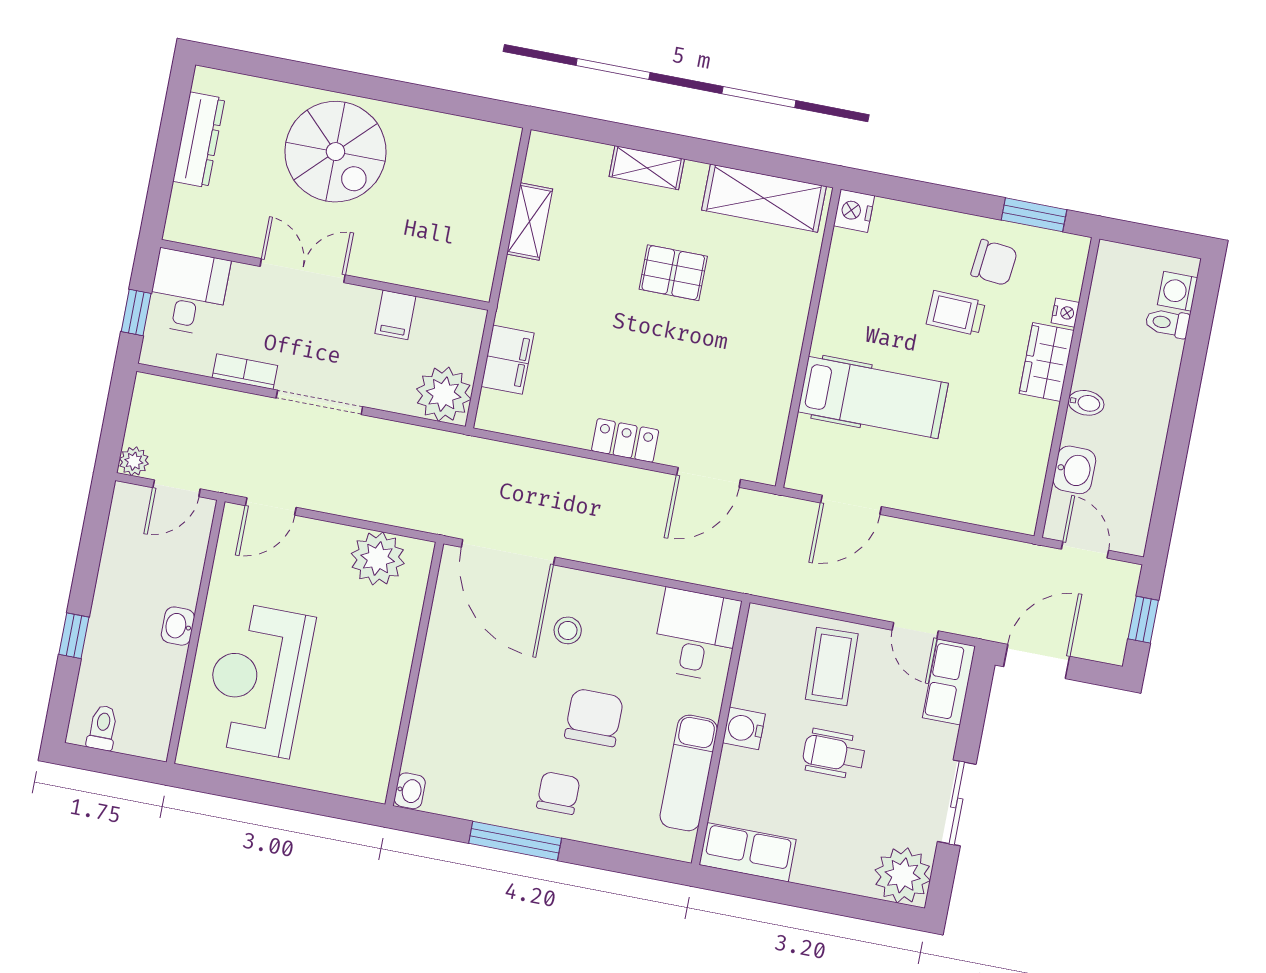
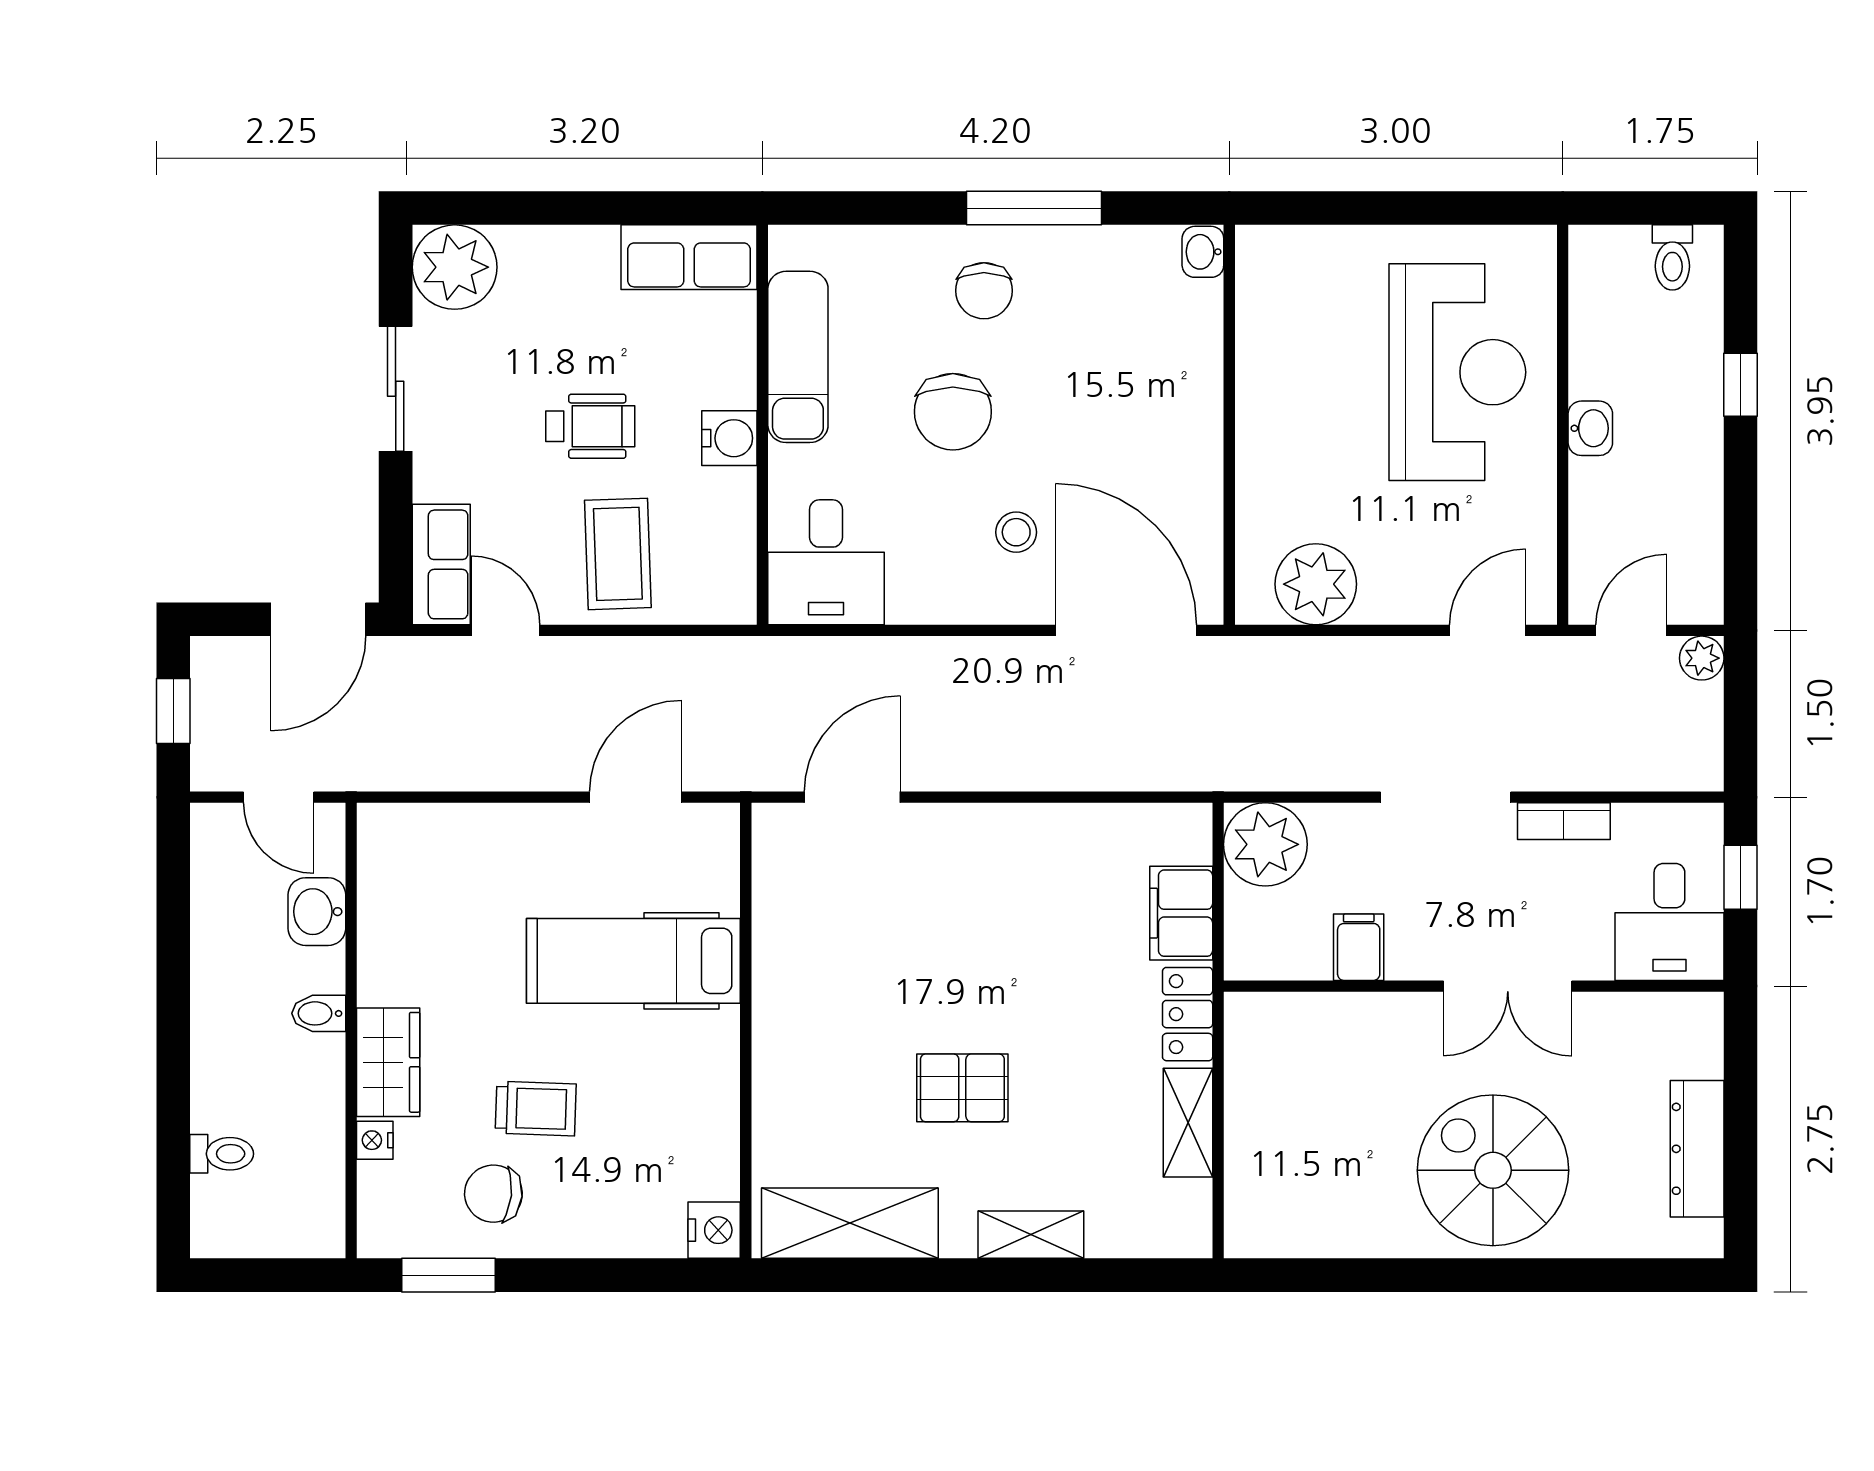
washing machine: (1178, 291) -> (216, 1203), removed
locker: (625, 440) -> (1188, 1014), moved, turned 90

